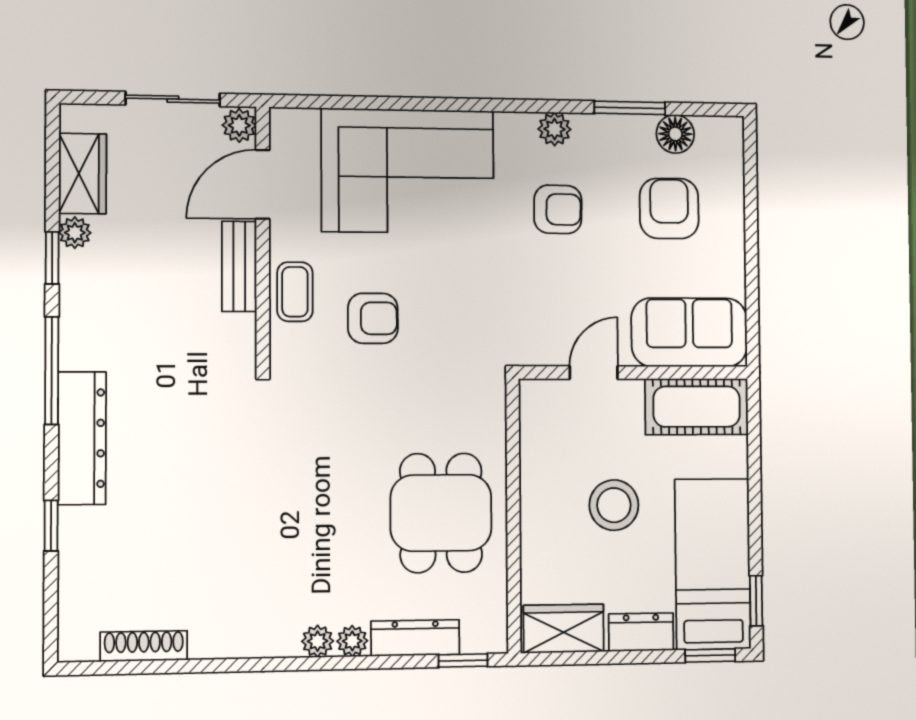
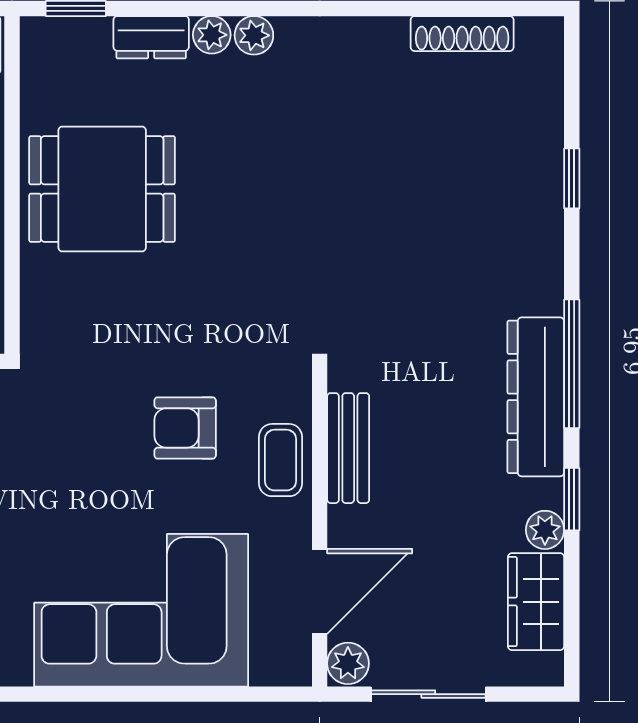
bench: (239, 266) -> (348, 448), moved
dresser: (82, 438) -> (536, 397), moved
dining table: (441, 513) -> (102, 189), turned 90
dresser: (415, 638) -> (151, 37), width x0.70

